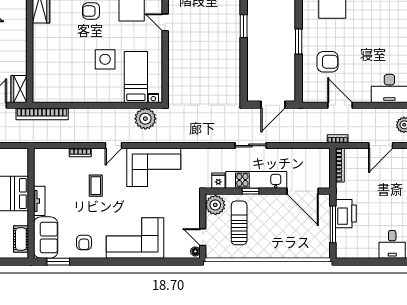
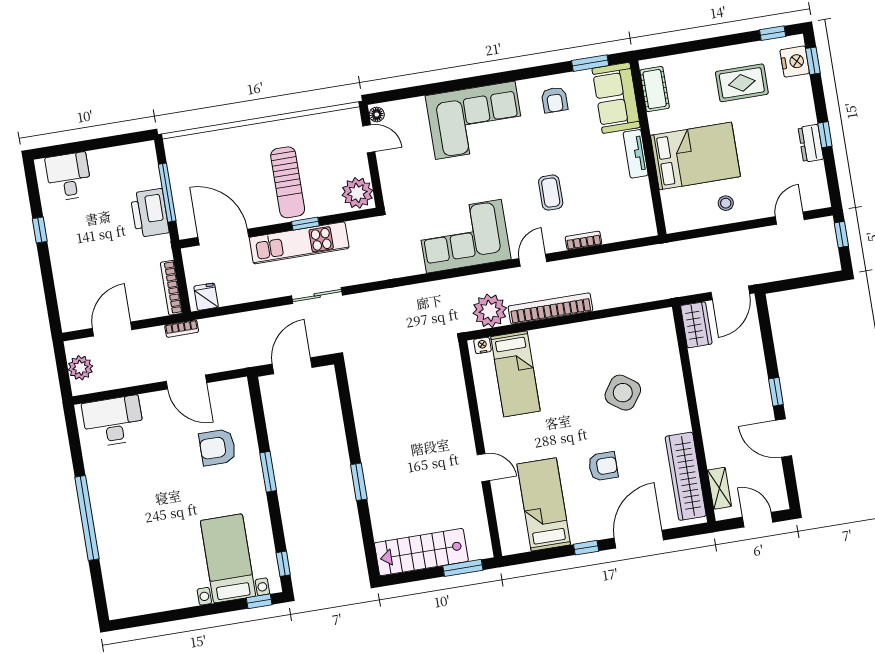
side table: (105, 59) -> (623, 393), moved, turned 35
bookcase: (42, 114) -> (550, 309), moved
fridge: (218, 181) -> (206, 297), moved, turned 180
sun lounger: (239, 223) -> (288, 182), moved
armchair: (84, 243) -> (555, 100), turned 180

